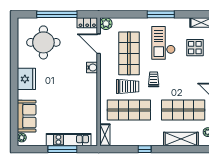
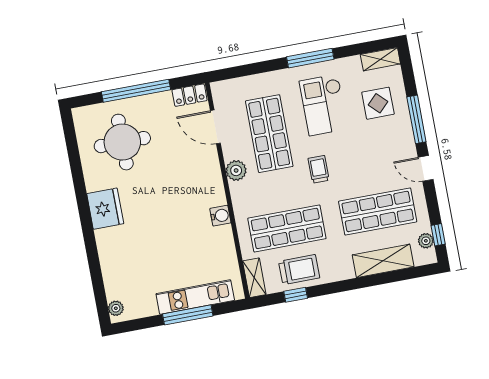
plant: (106, 24) -> (236, 170), moved
water cooler: (92, 68) -> (220, 216), moved
trolley: (128, 87) -> (299, 270), moved
sofa: (27, 116) -> (117, 271), removed
window: (145, 149) -> (296, 295), moved

